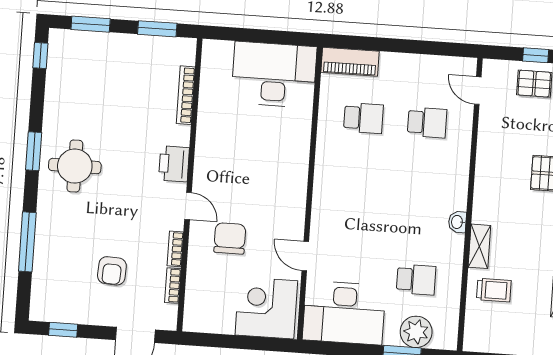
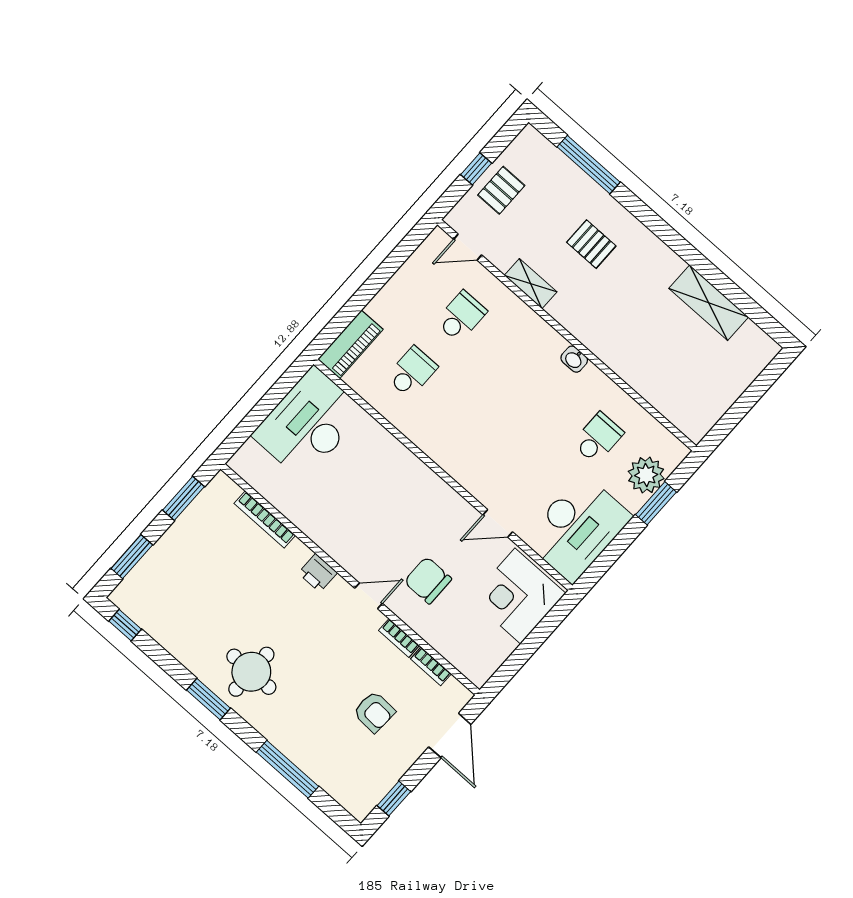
printer: (174, 164) -> (318, 573), width x0.73, depth x0.81
shelving: (479, 246) -> (531, 284), moved
trolley: (494, 290) -> (663, 374), removed

